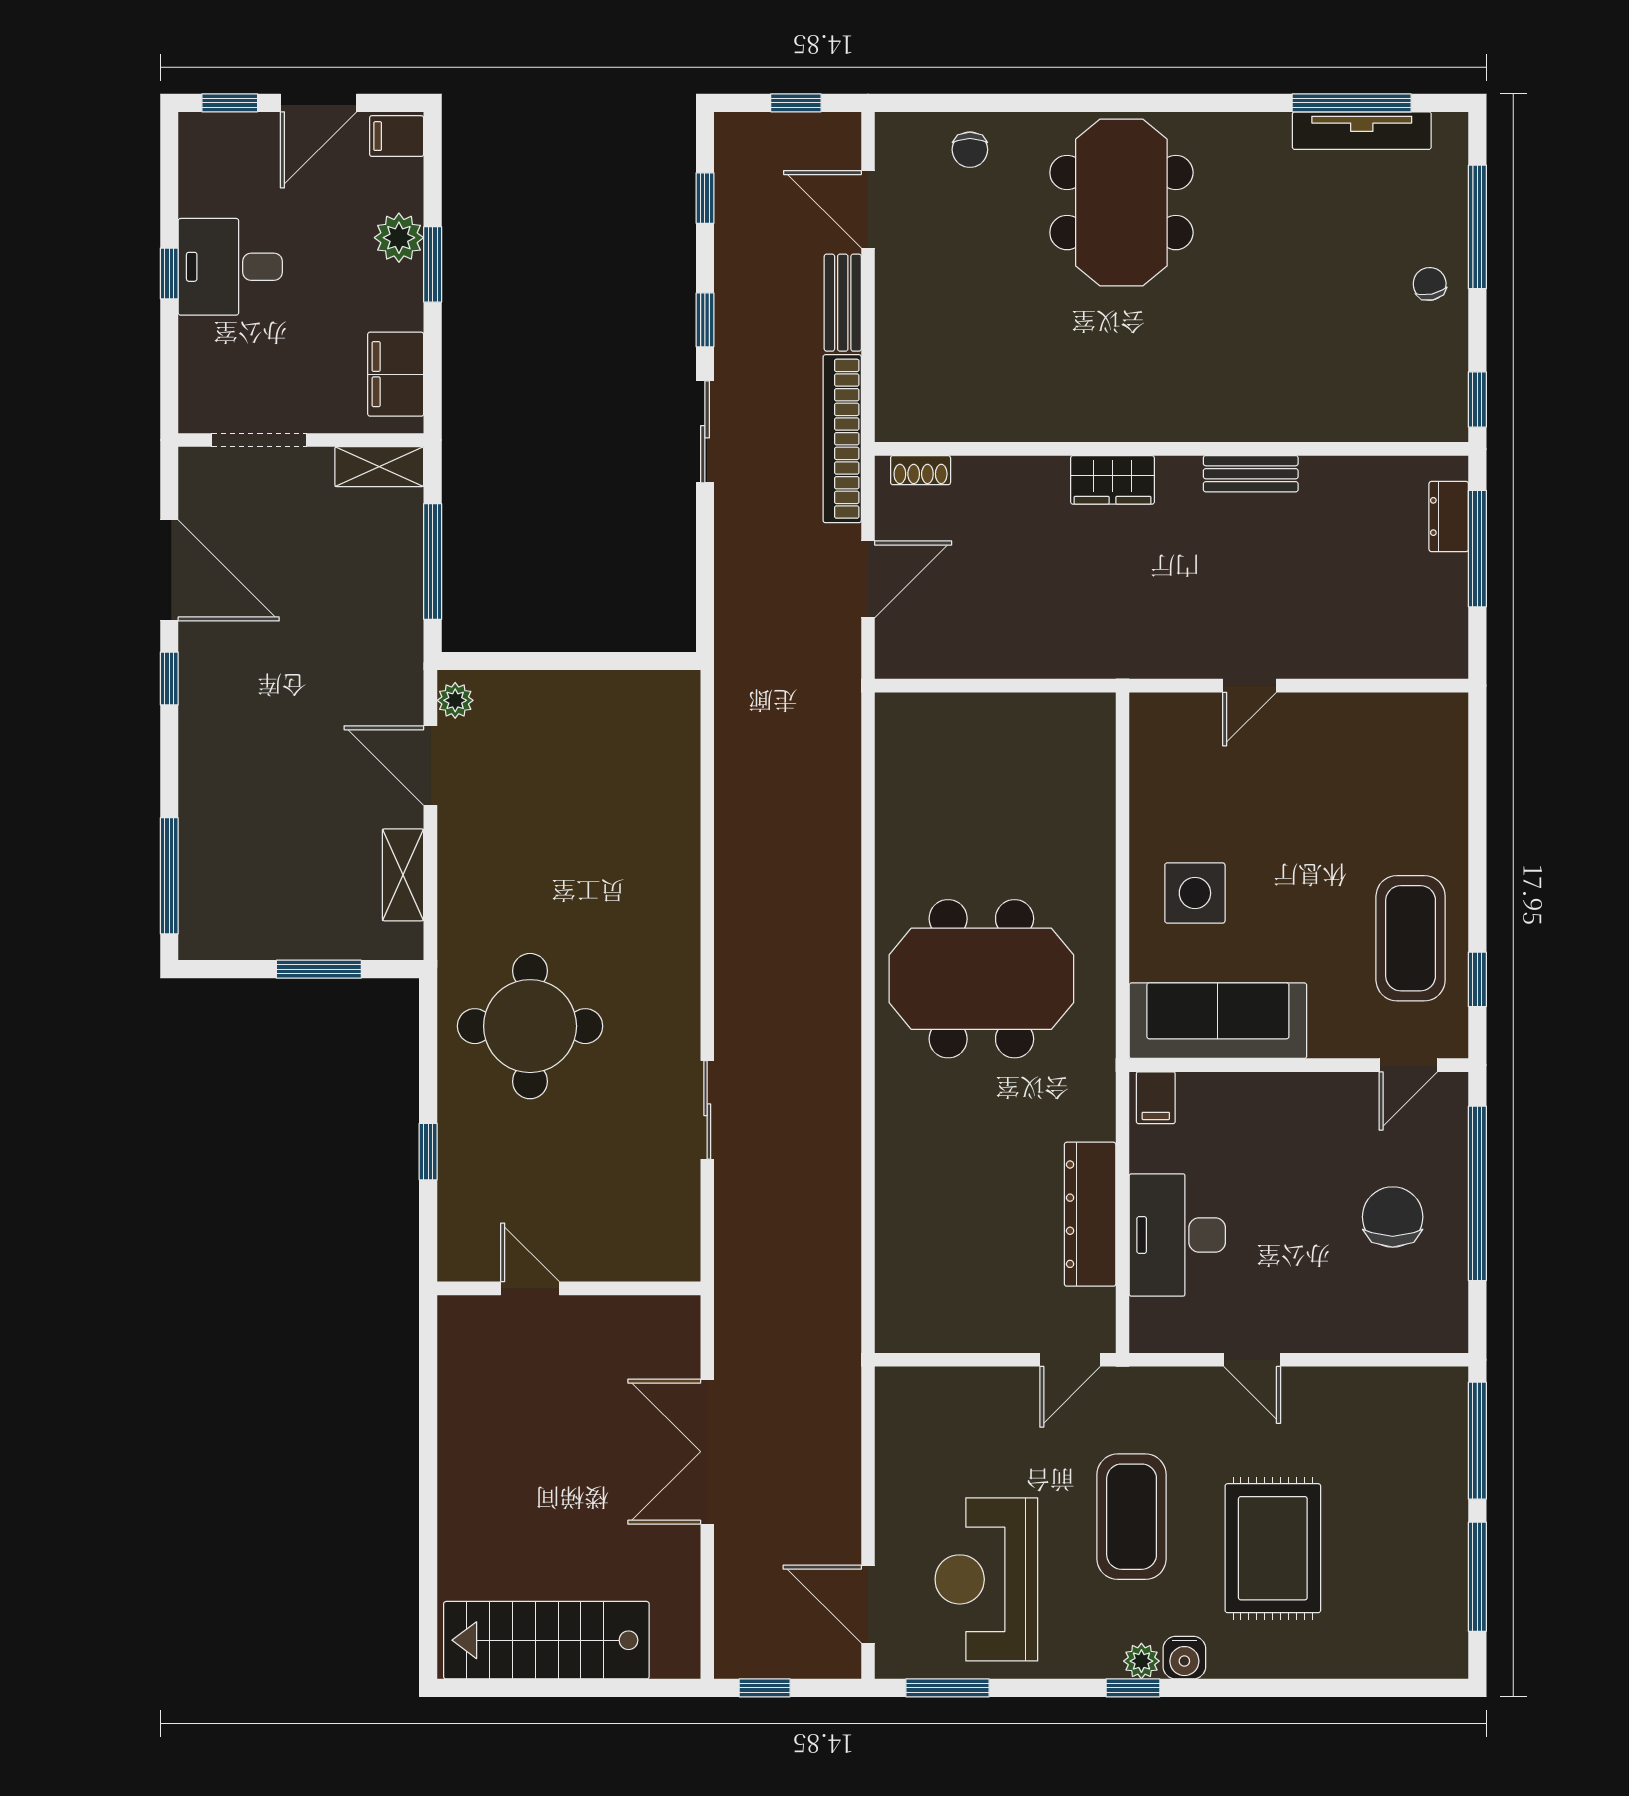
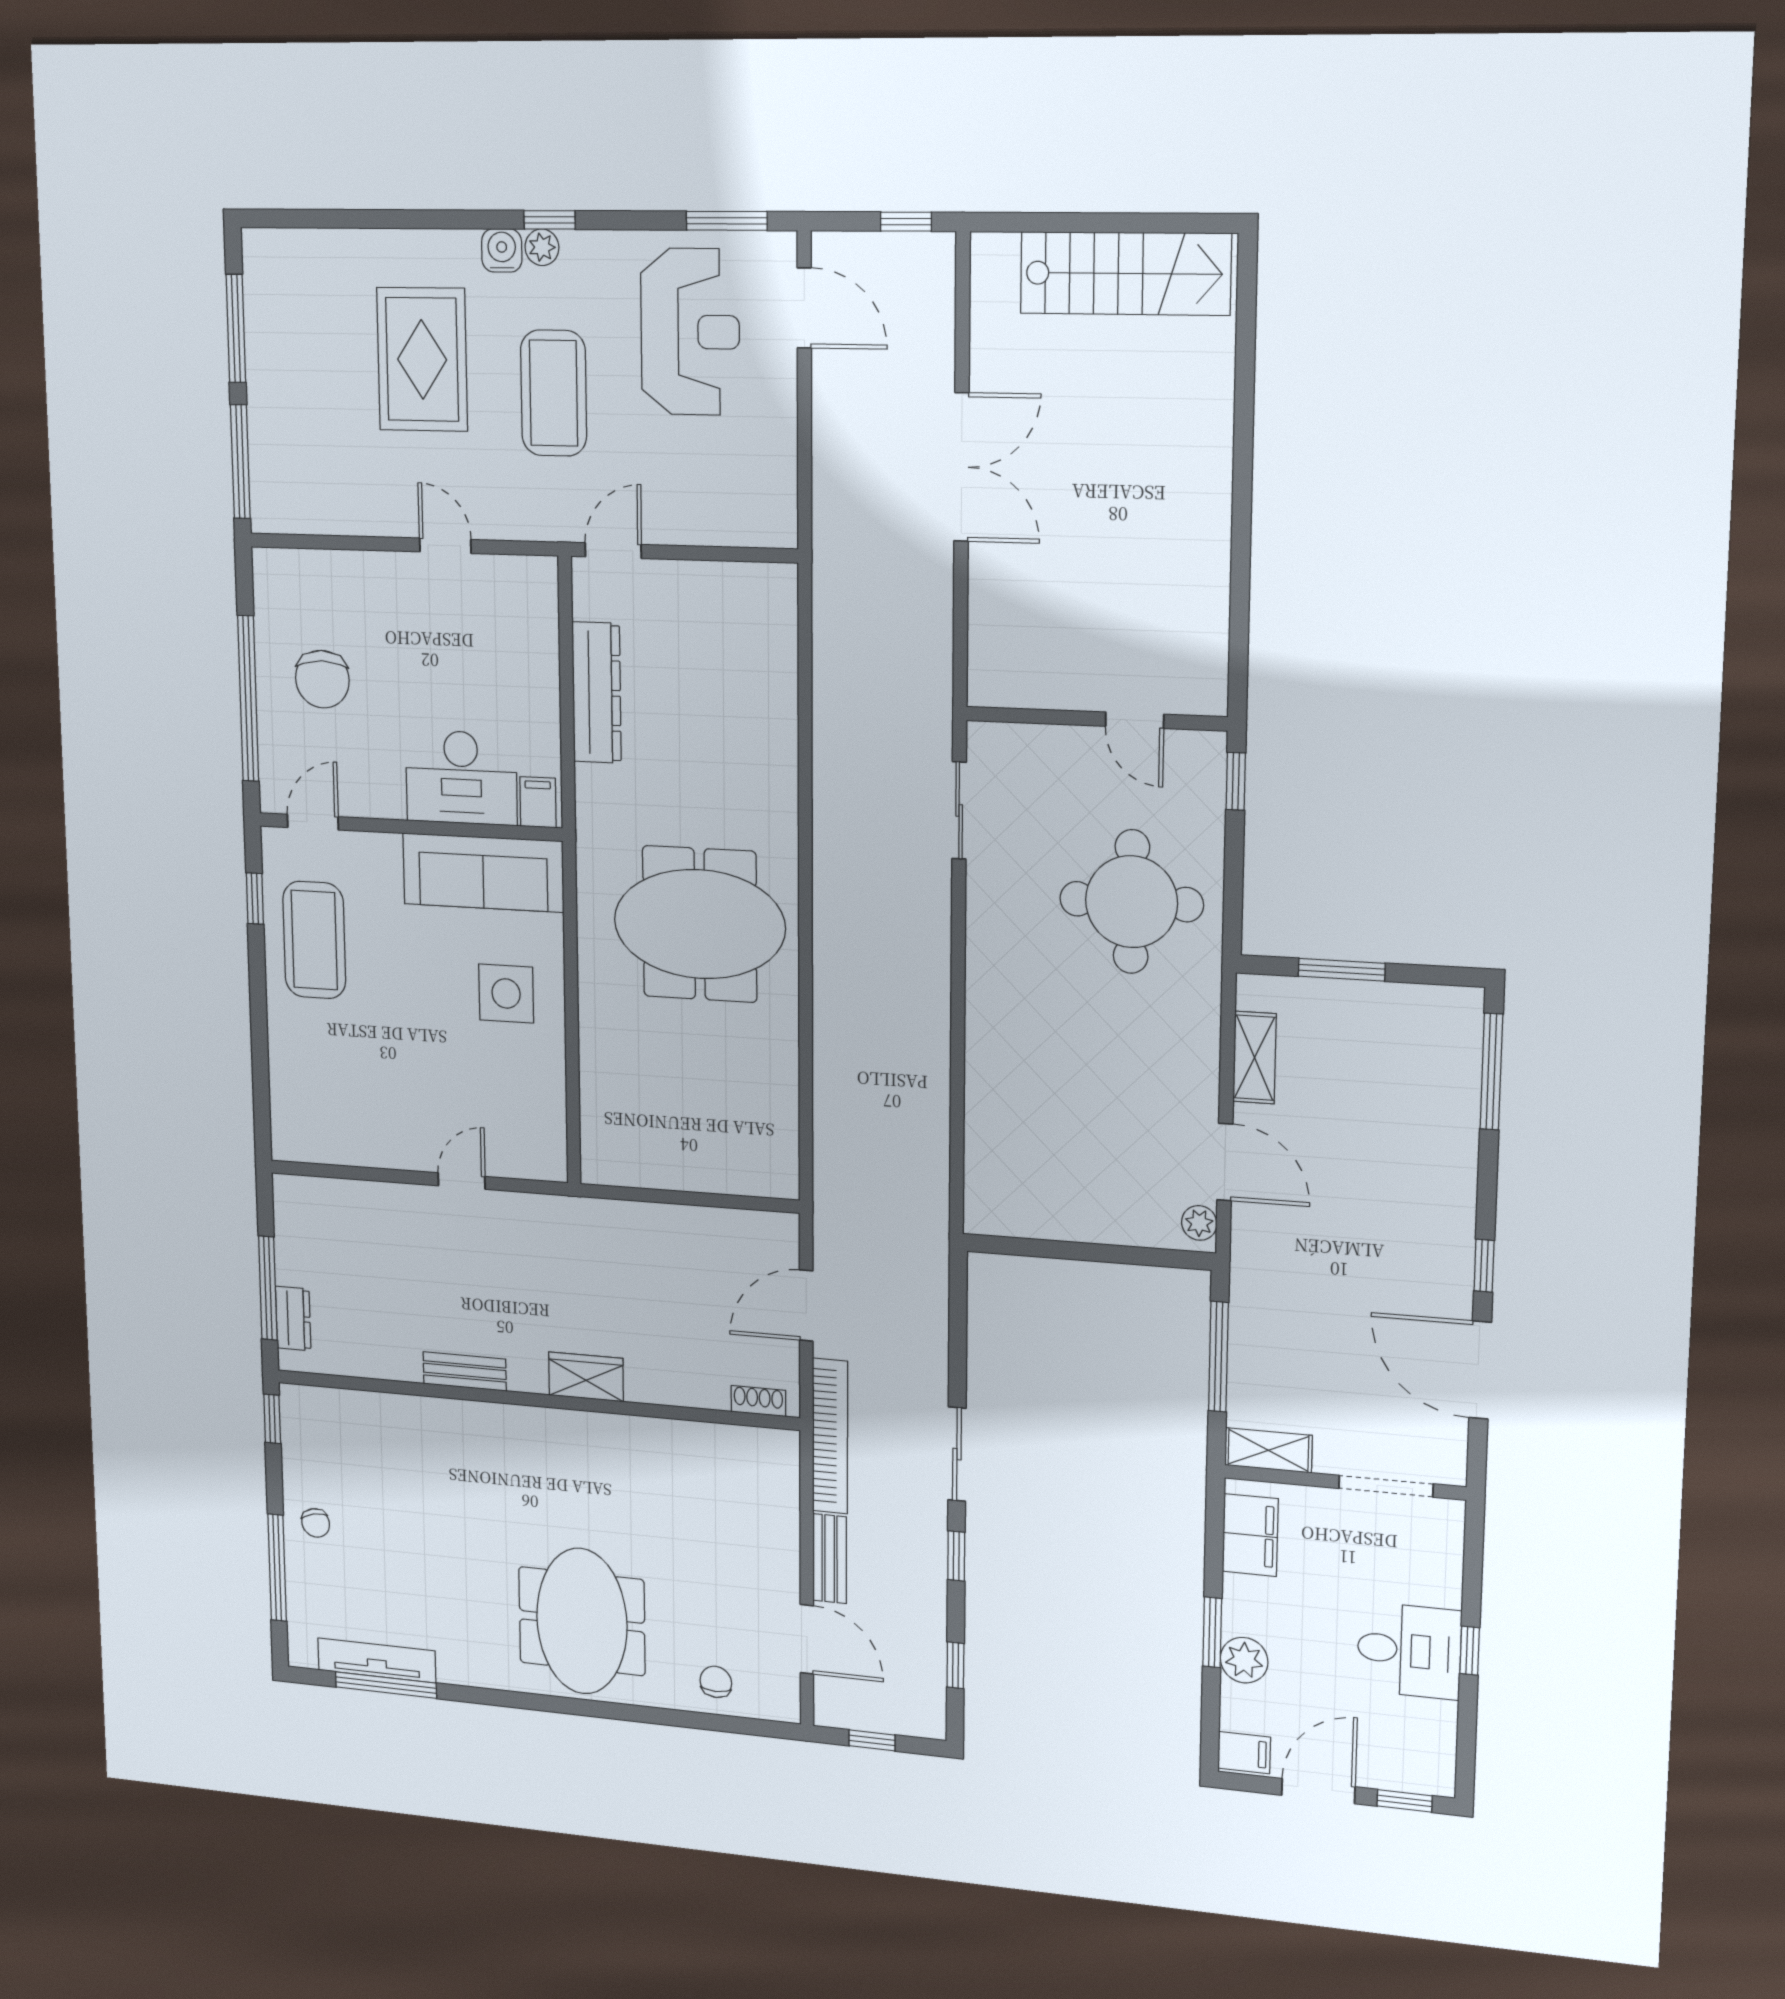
desk: (1177, 1235) -> (461, 777), moved, turned 90
door: (530, 1288) -> (1135, 720), moved
wall: (569, 1288) -> (1096, 719), moved

